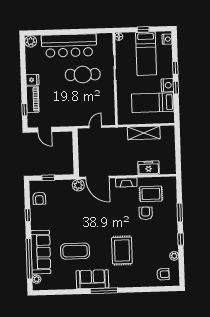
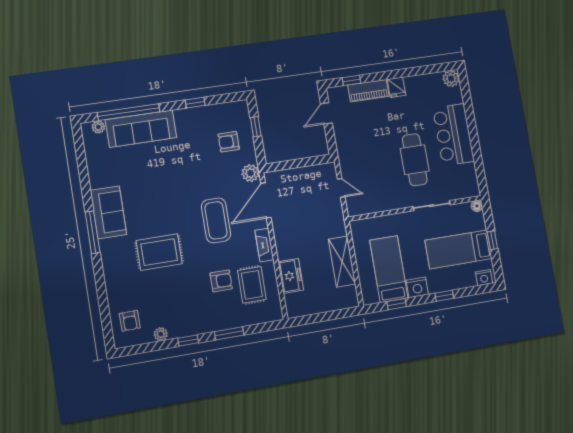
bar counter: (69, 46) -> (453, 135), width x0.73
window: (176, 88) -> (397, 304), moved
armchair: (39, 198) -> (229, 142), moved
coffee table: (75, 251) -> (216, 220), moved

